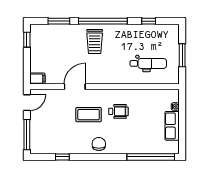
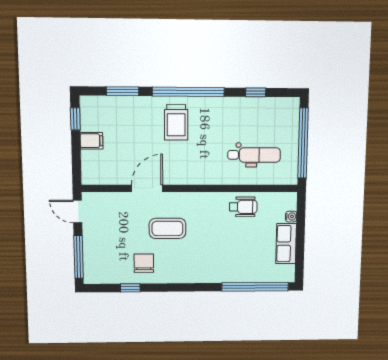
window: (182, 55) -> (303, 143), width x2.11
filing cabinet: (37, 79) -> (91, 141), moved
door: (27, 103) -> (78, 211), swing flipped
wheelchair: (118, 111) -> (243, 207), moved
chair: (99, 144) -> (144, 263), moved

